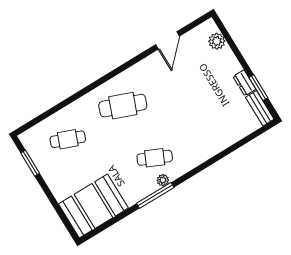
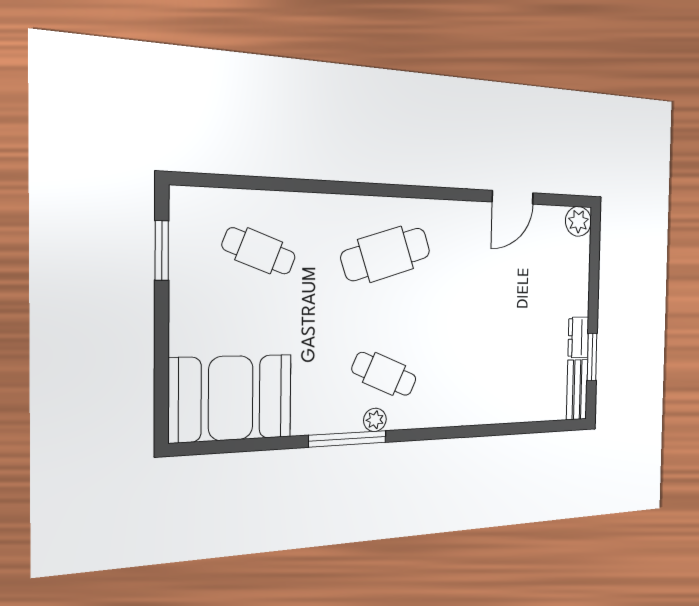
plant: (217, 41) -> (578, 221), moved
cafe table: (123, 106) -> (386, 254), turned -39

